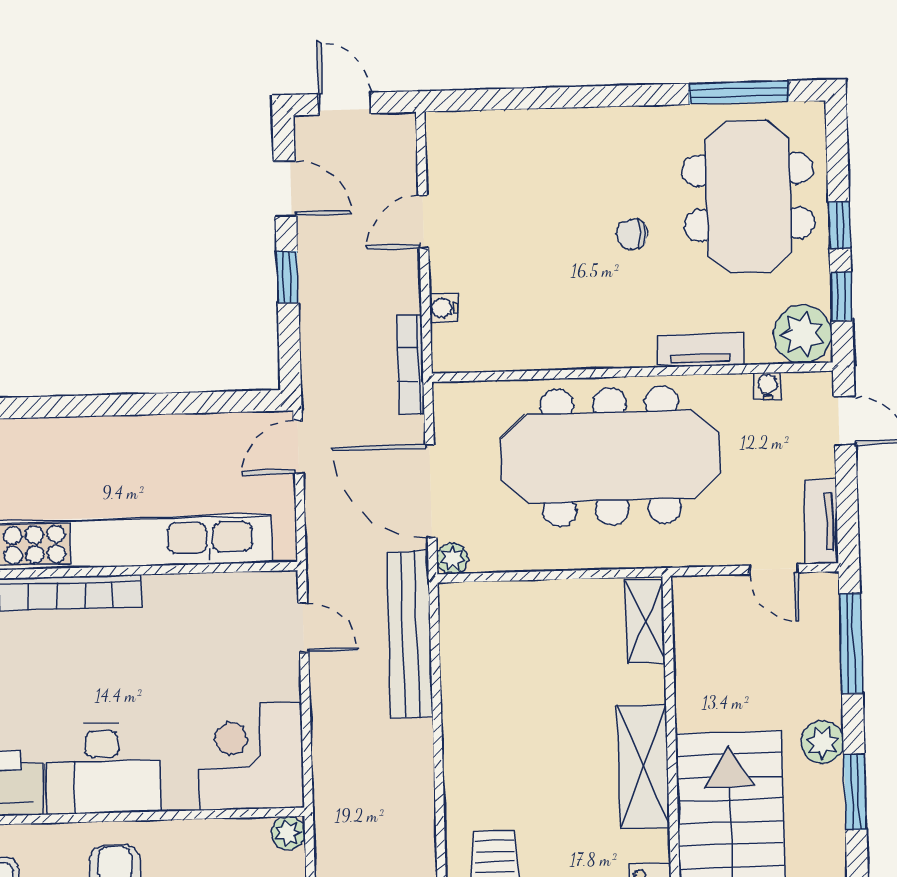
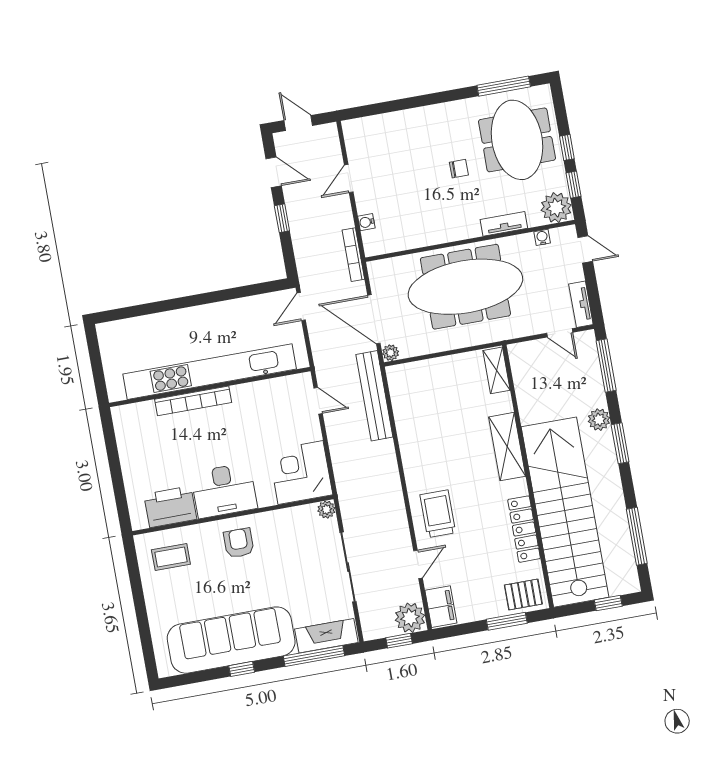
chair: (632, 234) -> (459, 169), turned 180

